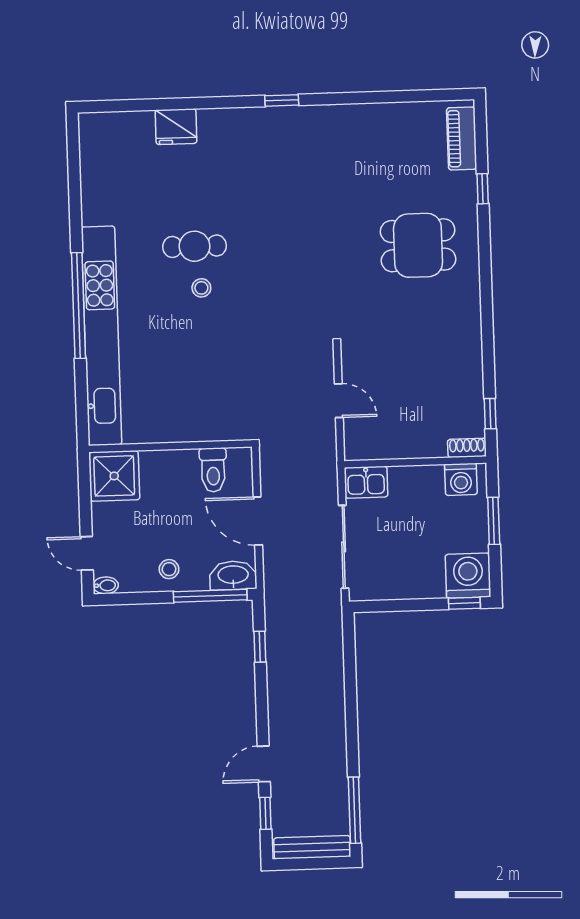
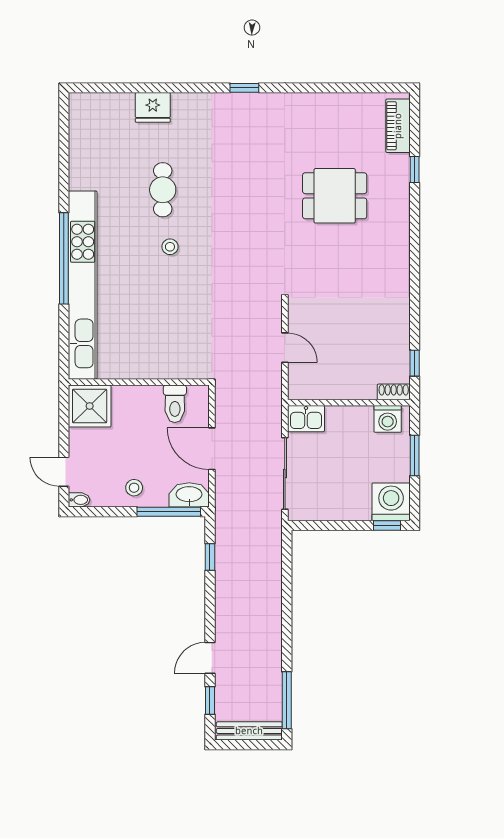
dining table: (418, 245) -> (335, 196), moved
cafe table: (195, 246) -> (163, 190), moved, turned 90

